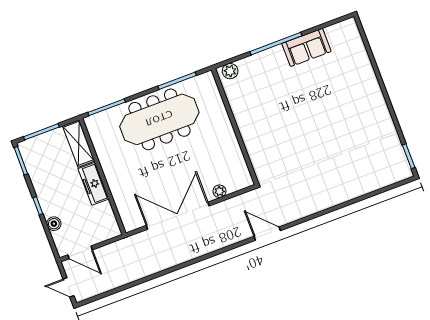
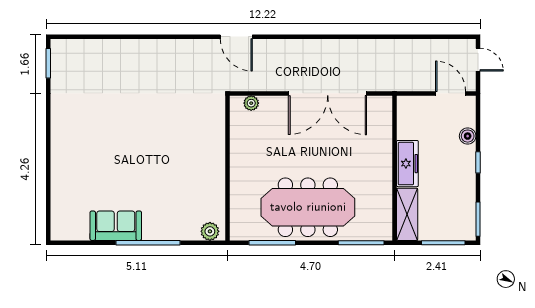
plant: (219, 191) -> (251, 103), moved

